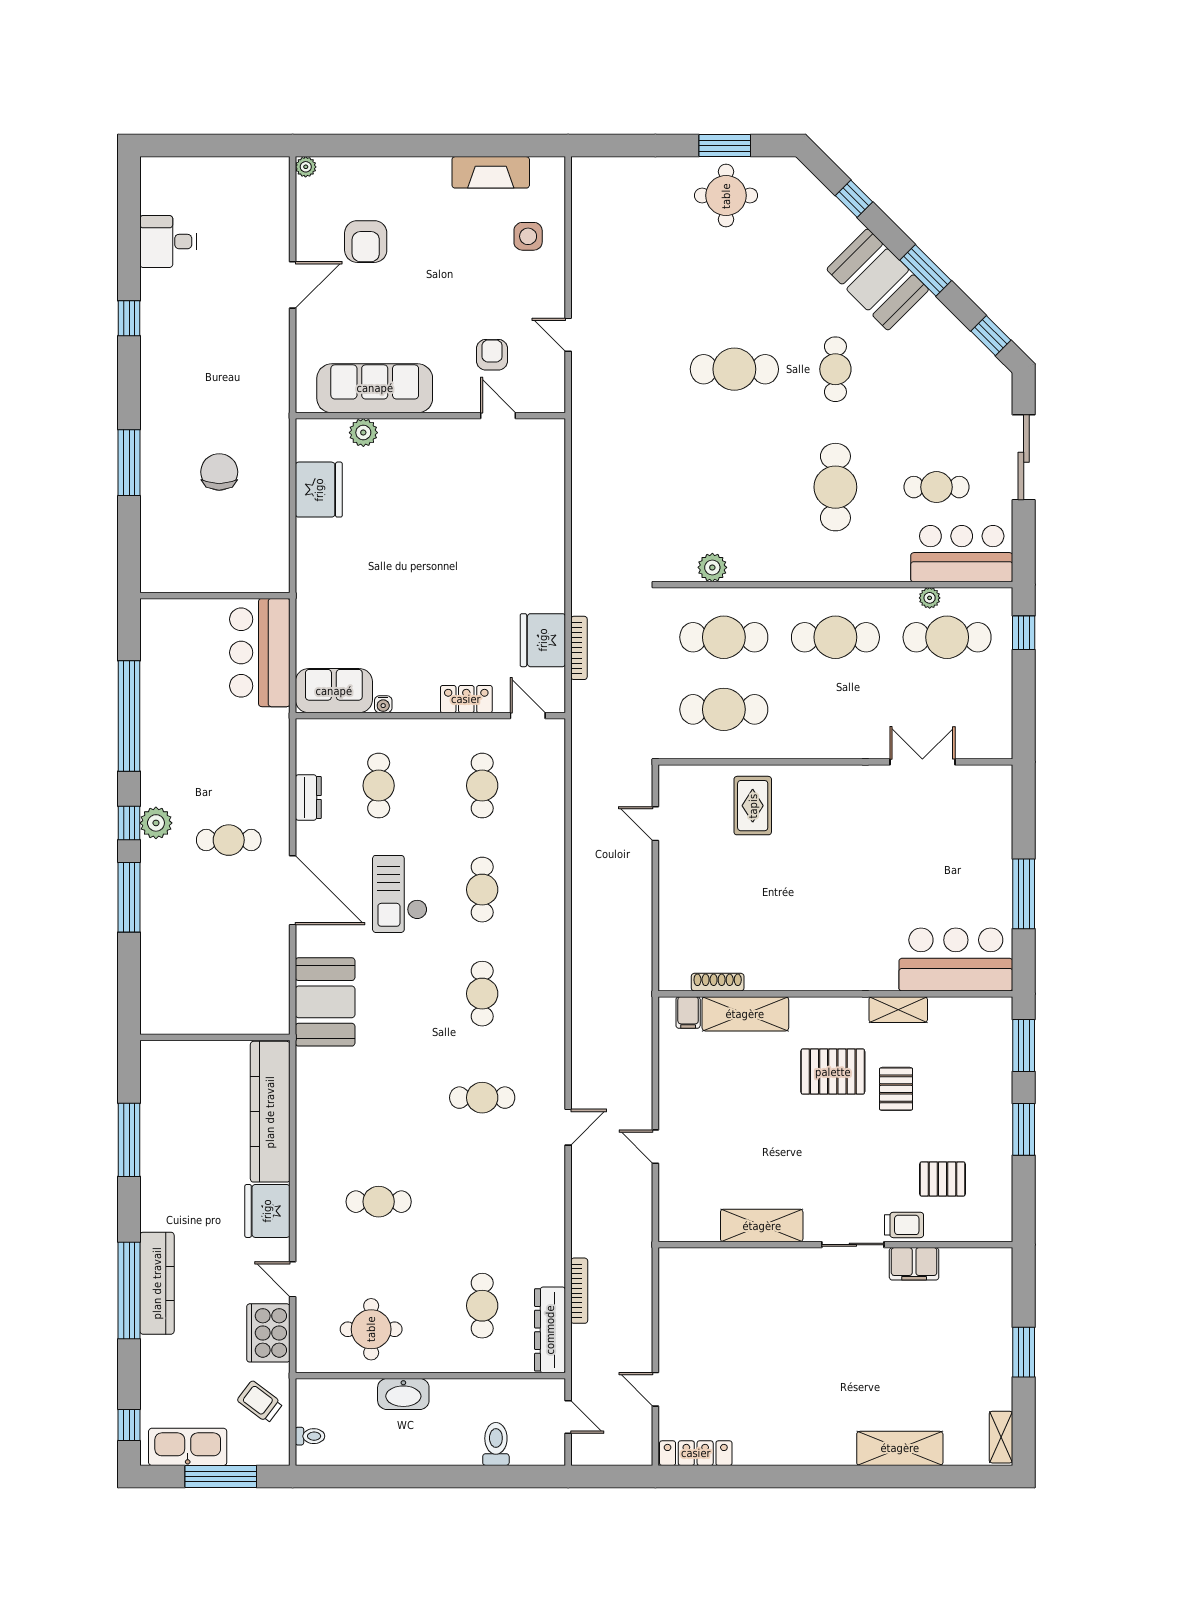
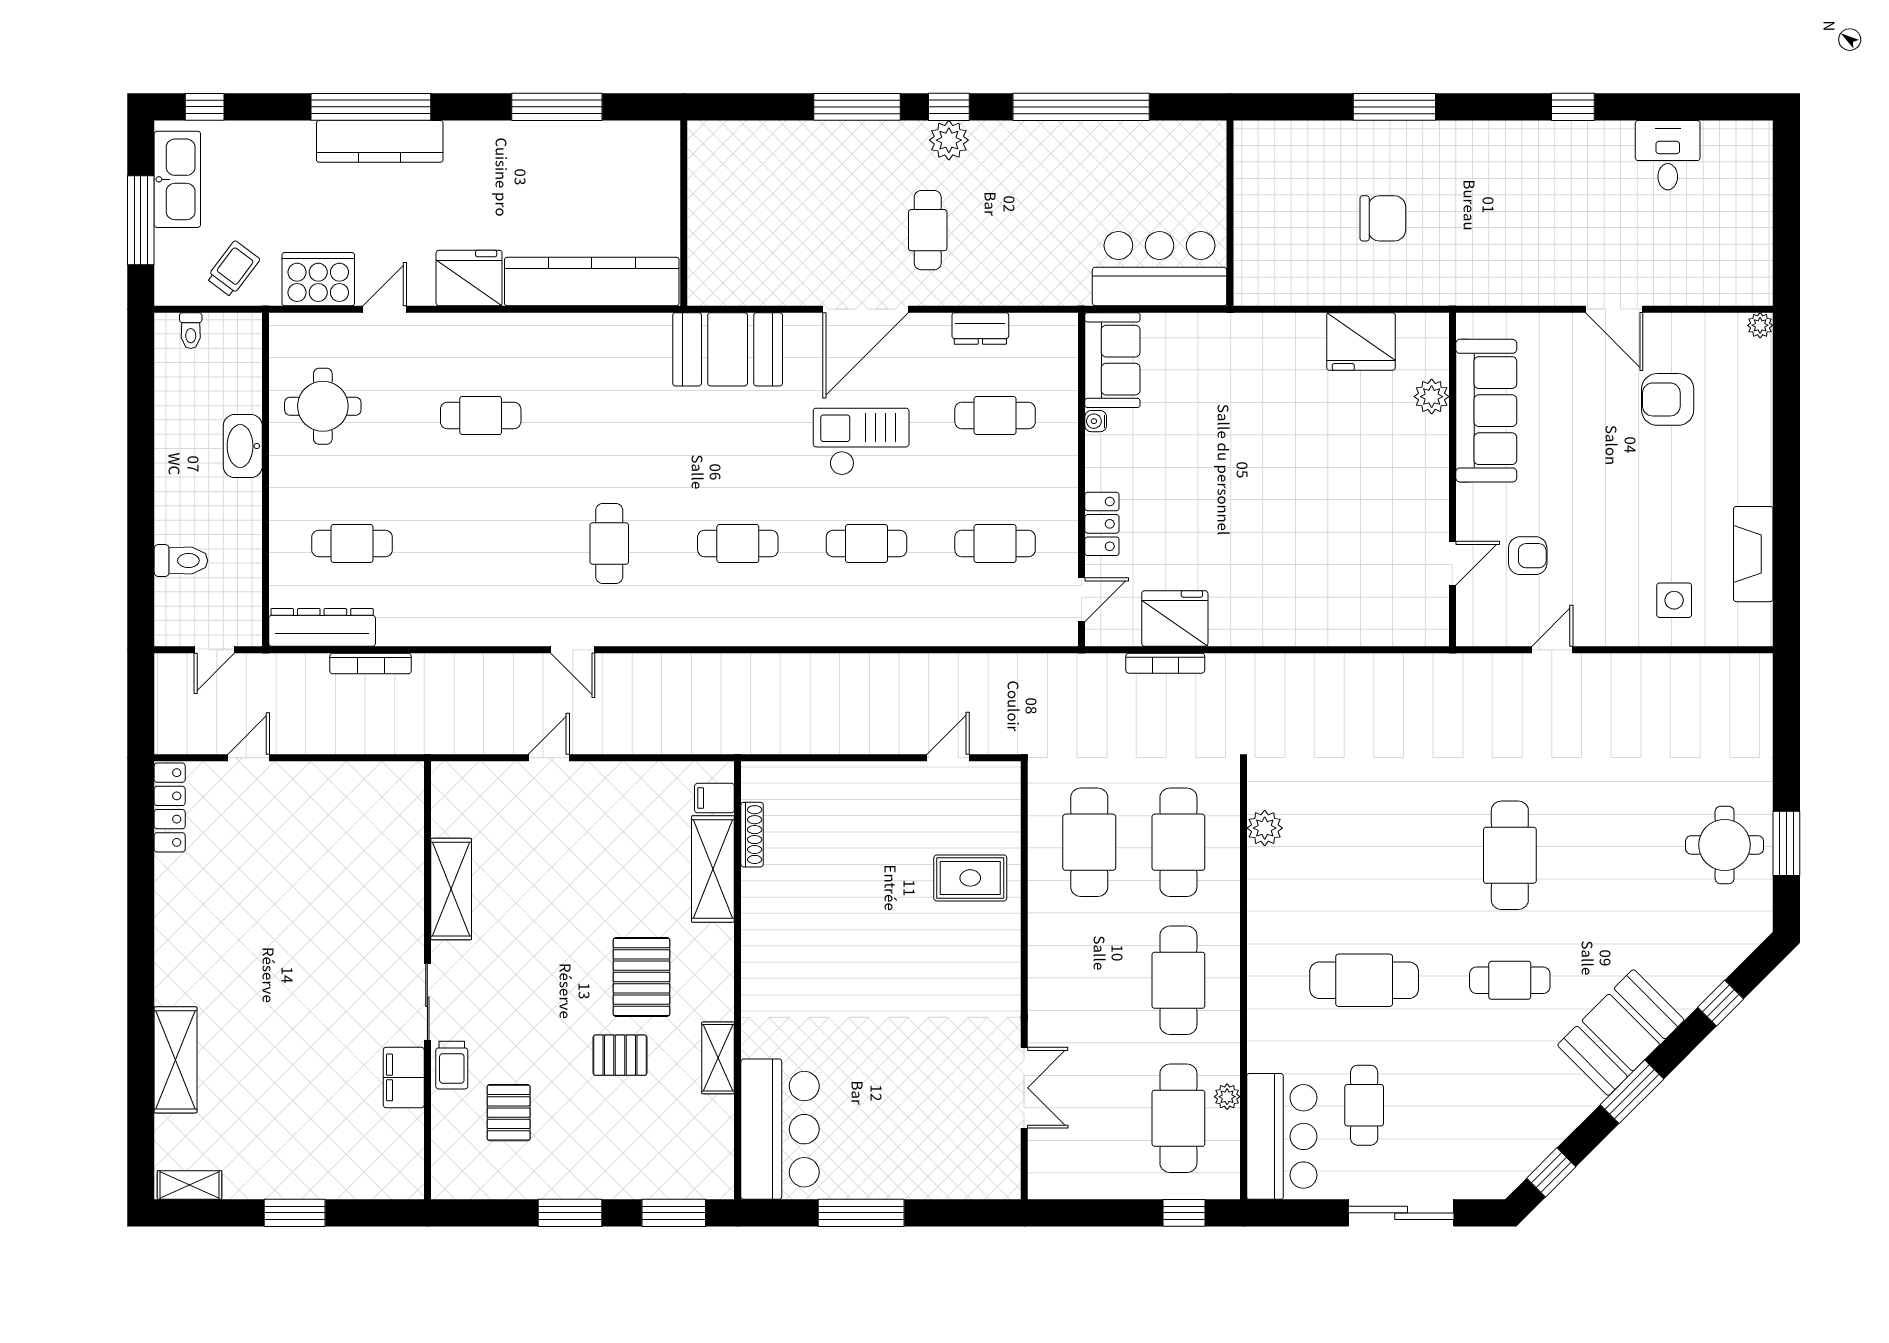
cafe table: (379, 1202) -> (481, 415), turned 90

